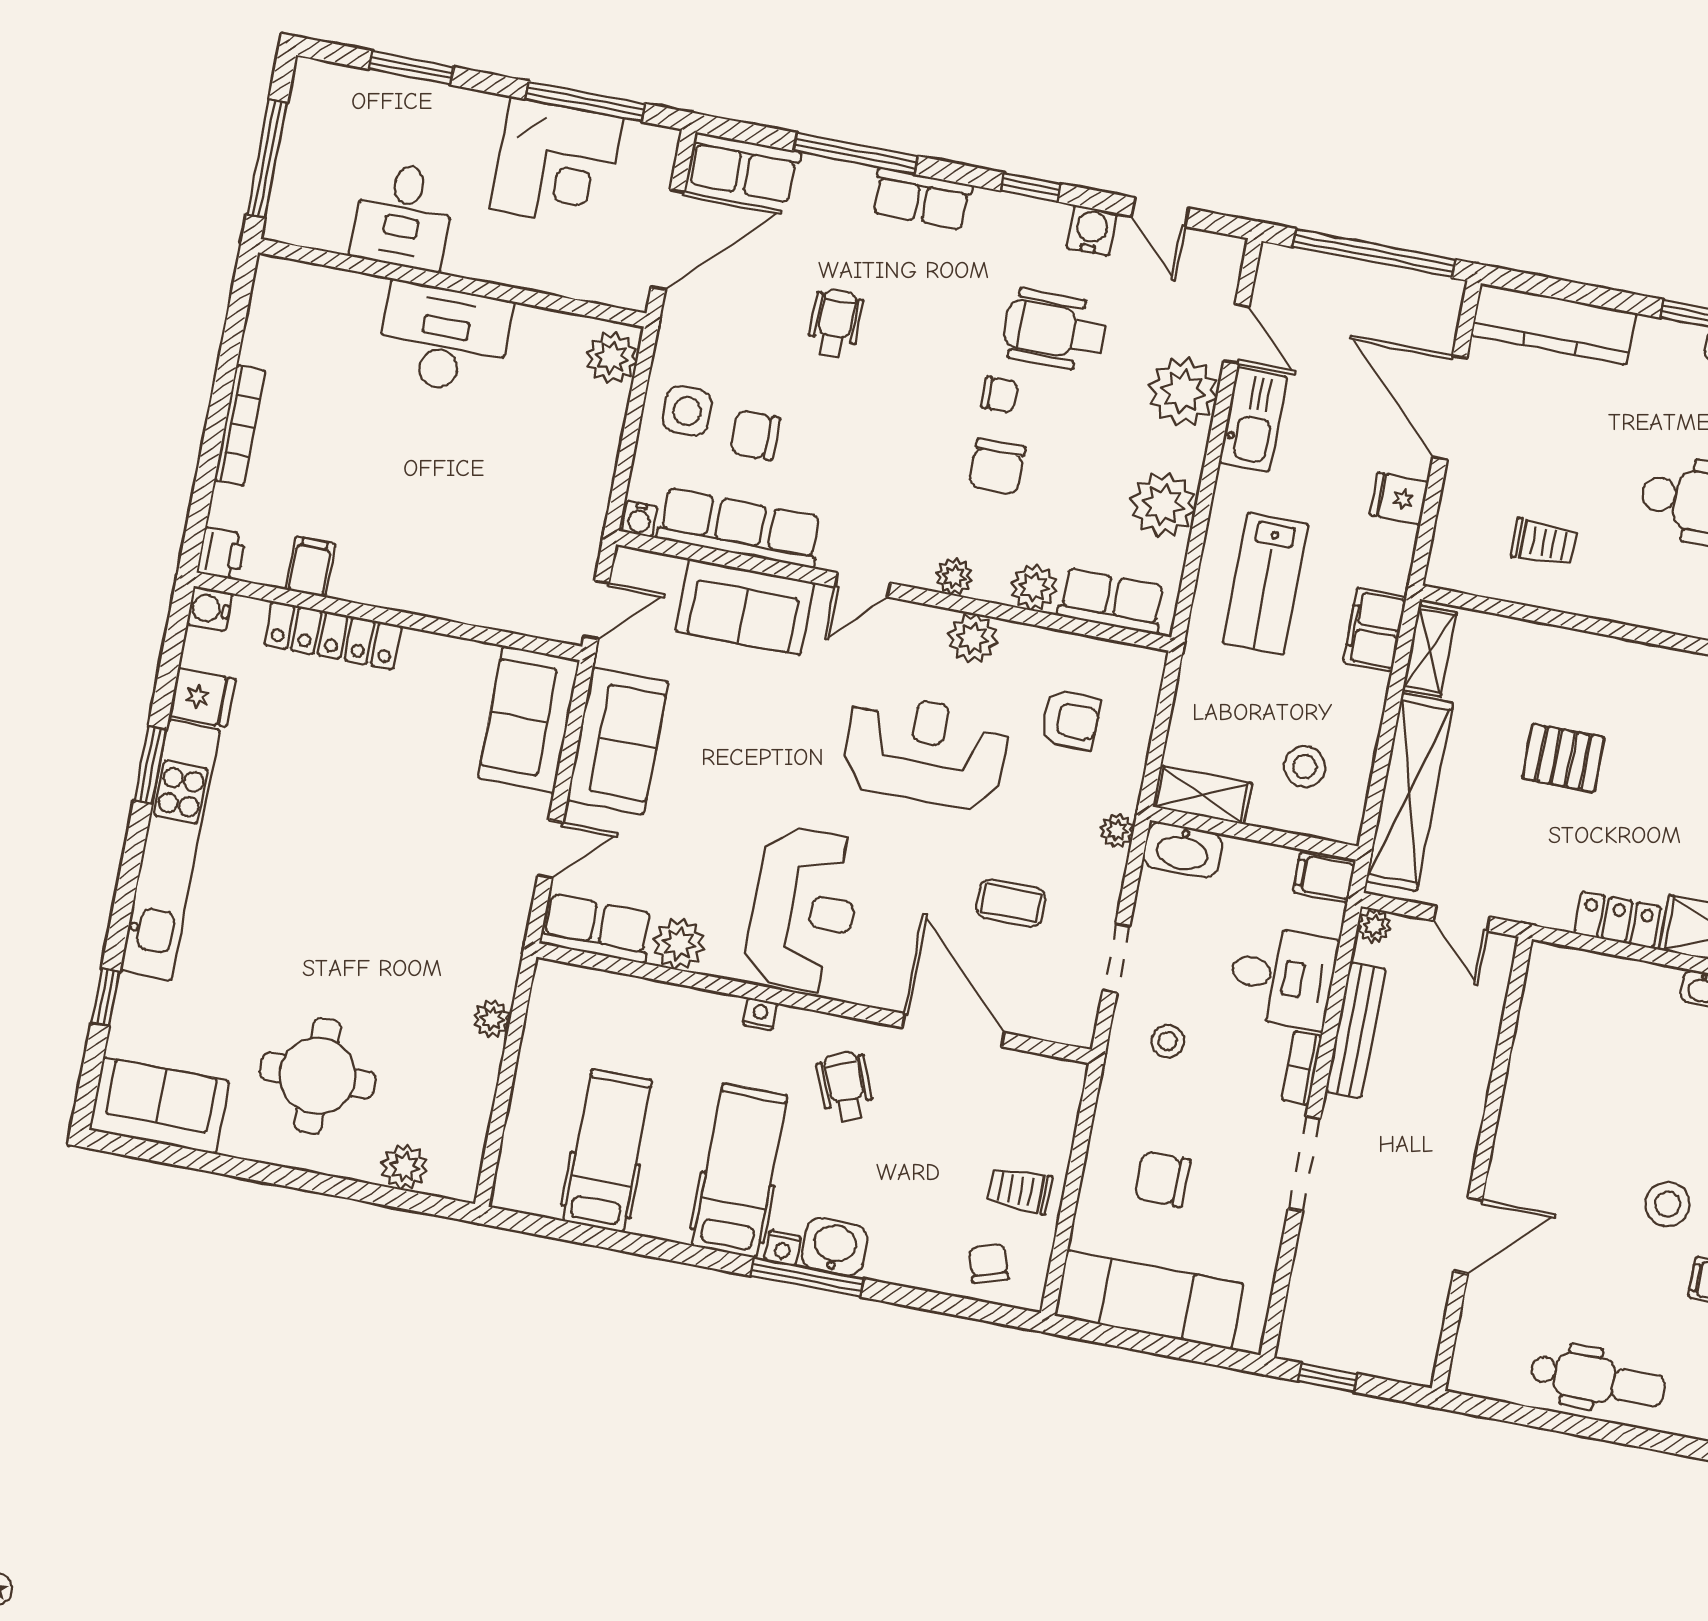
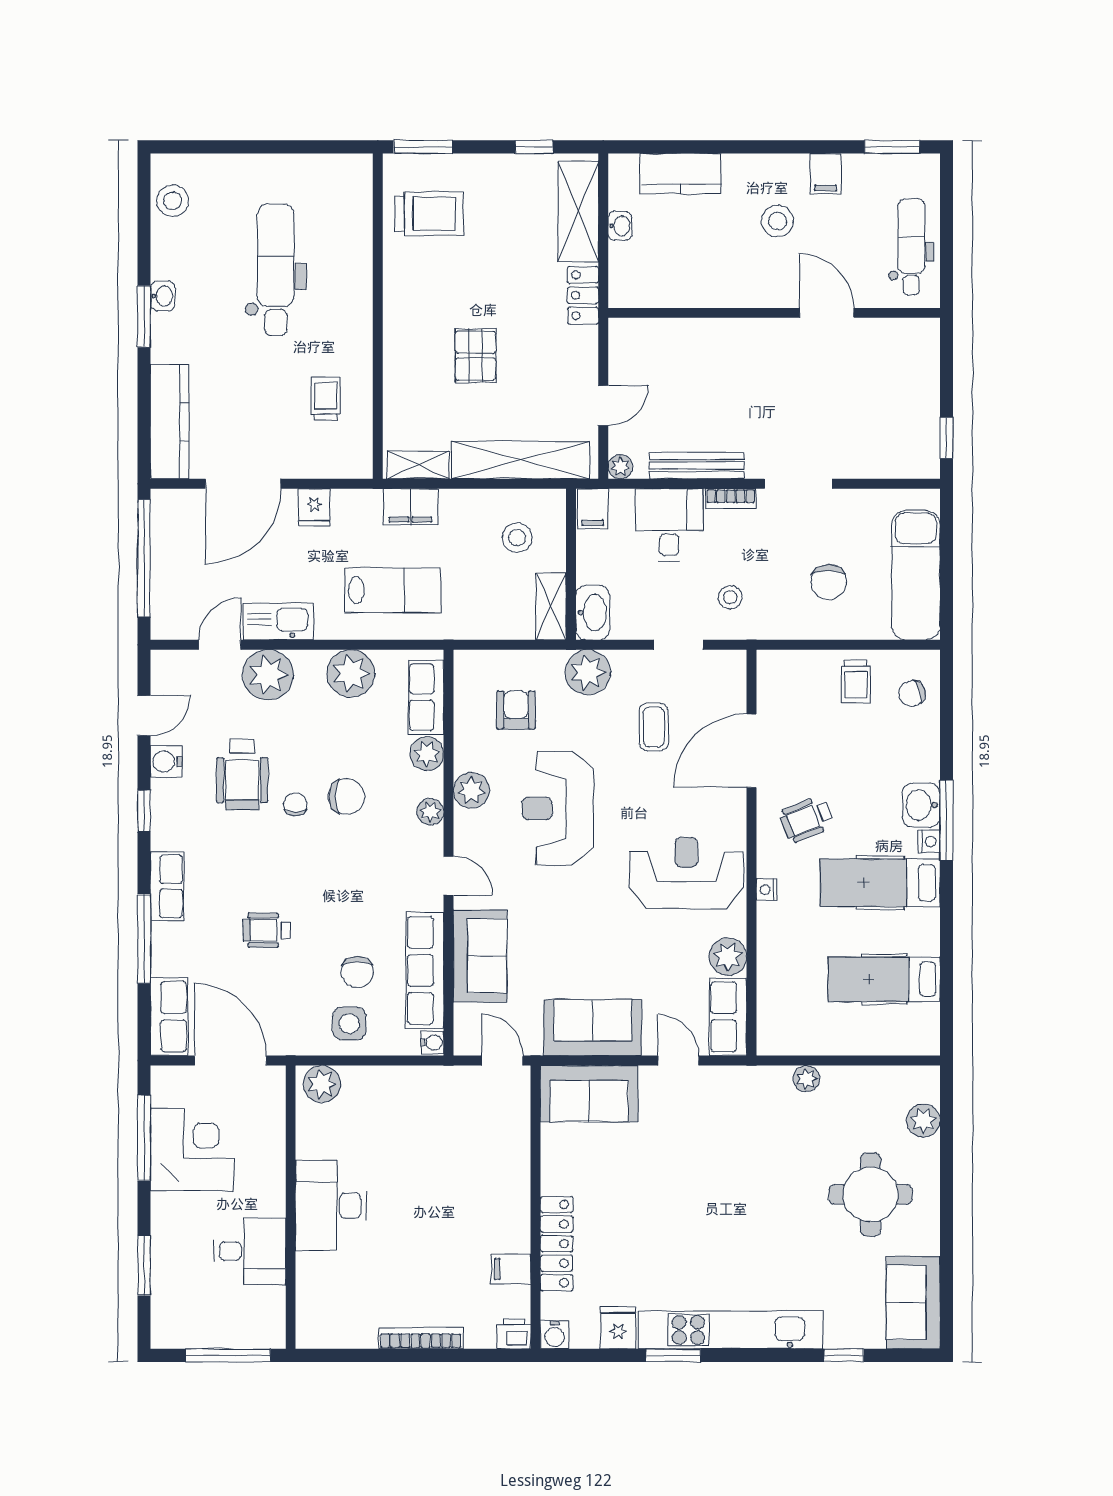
plant: (1117, 831) -> (588, 672), width x1.88, depth x1.88
wall: (1482, 1164) -> (774, 313), moved
door: (1468, 1235) -> (827, 313), moved

